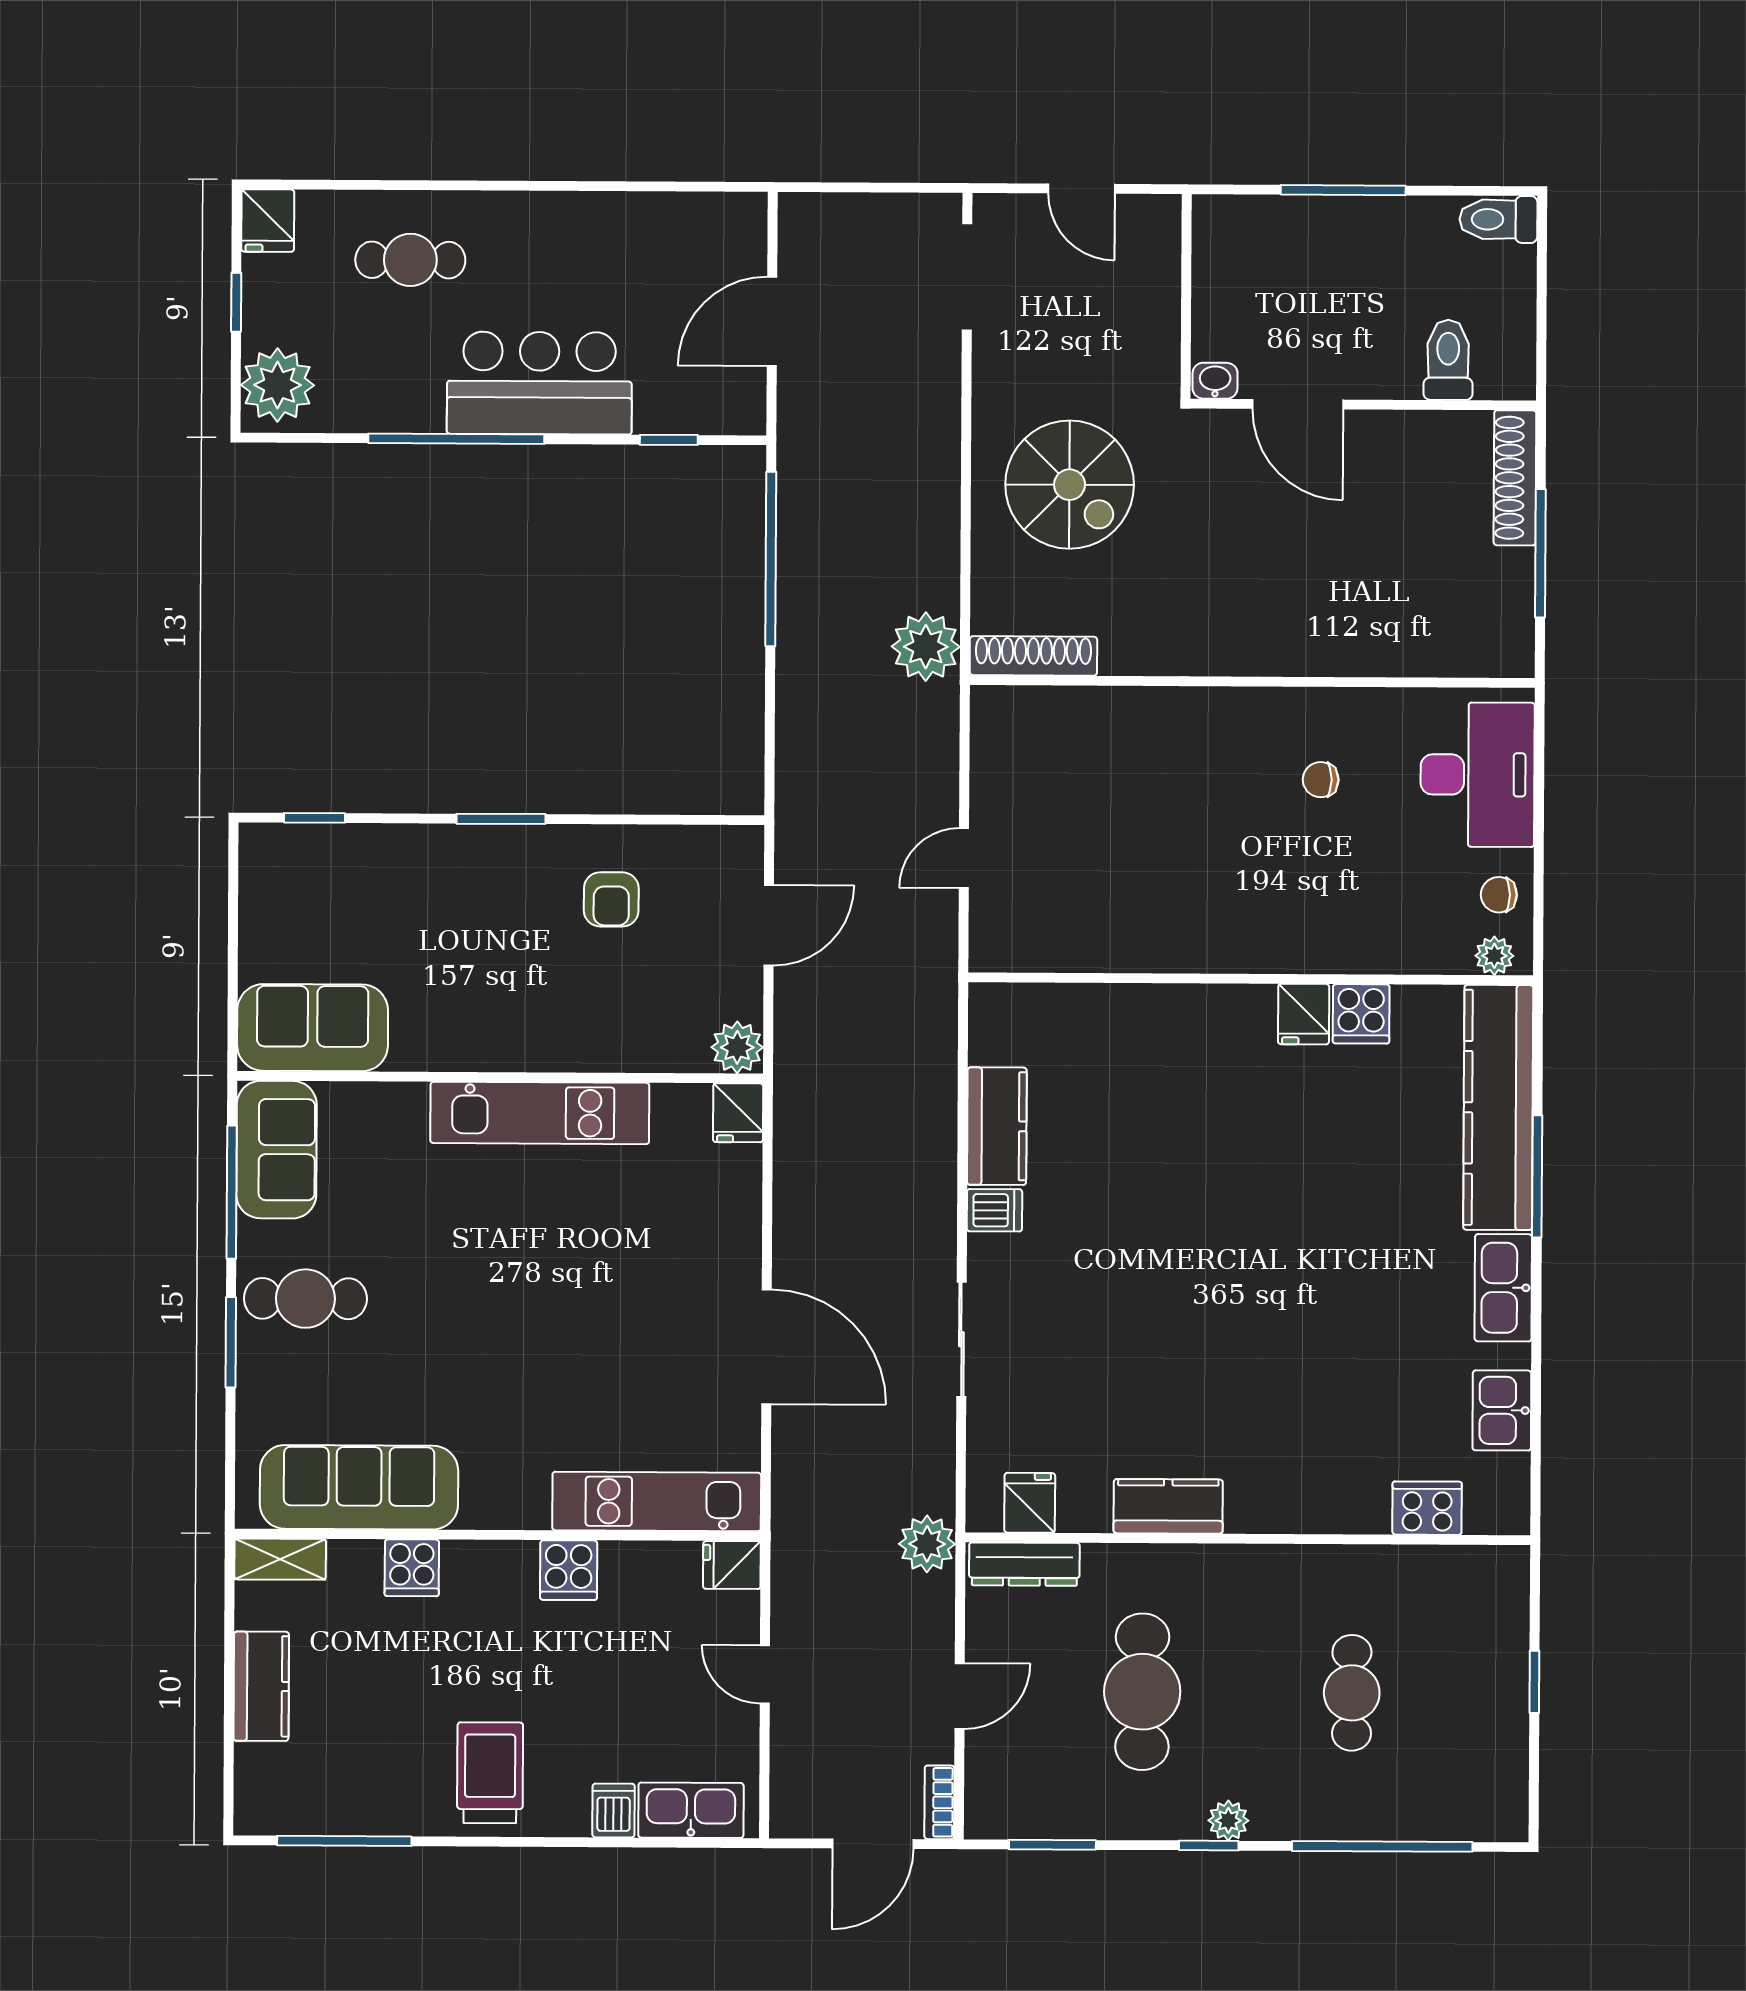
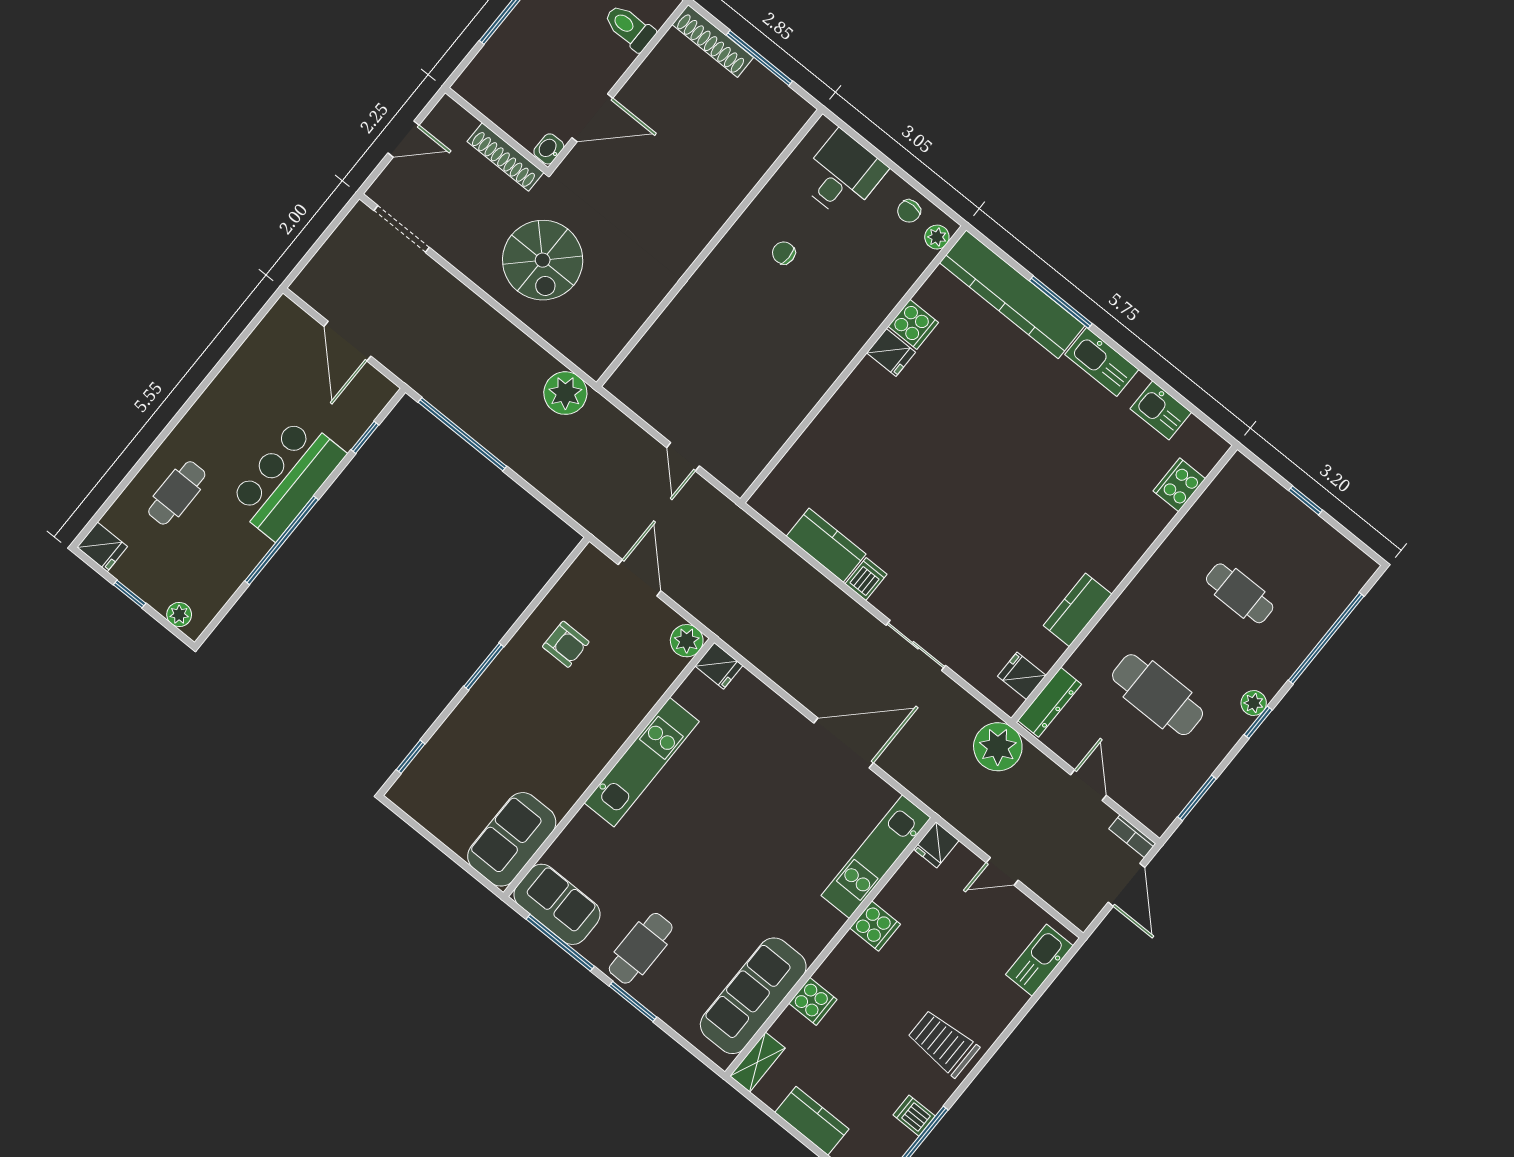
plant: (278, 385) -> (179, 615), width x0.53, depth x0.53
spiral stairs: (1070, 485) -> (543, 260), turned 90
shoe rack: (1033, 656) -> (505, 157), moved, turned -90
desk: (1478, 775) -> (842, 175), width x0.73
chair: (1321, 780) -> (784, 253), turned 90
plant: (927, 1544) -> (998, 747), width x1.36, depth x1.36
dishwasher: (614, 1810) -> (914, 1116), moved

